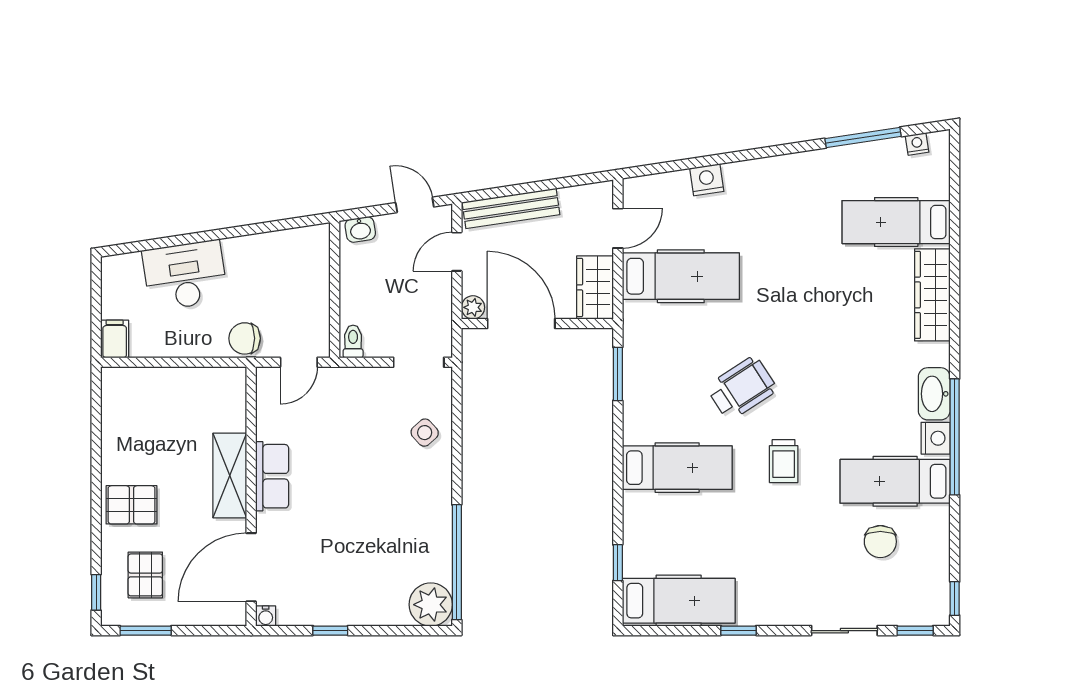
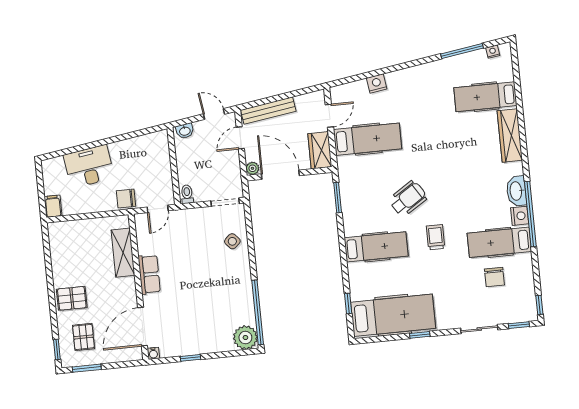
trolley: (784, 461) -> (436, 237), turned 180
shelving: (230, 476) -> (123, 253), moved
hospital bed: (679, 601) -> (393, 315), width x1.37, depth x1.29

